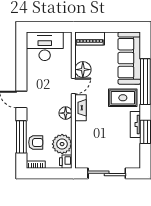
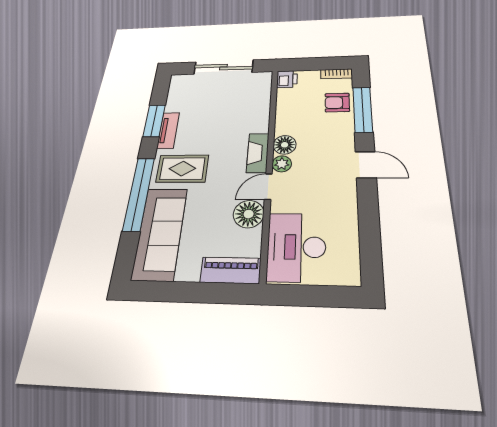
desk: (45, 46) -> (296, 247), moved, turned 90
plant: (62, 144) -> (282, 164), moved, width x0.53, depth x0.53

